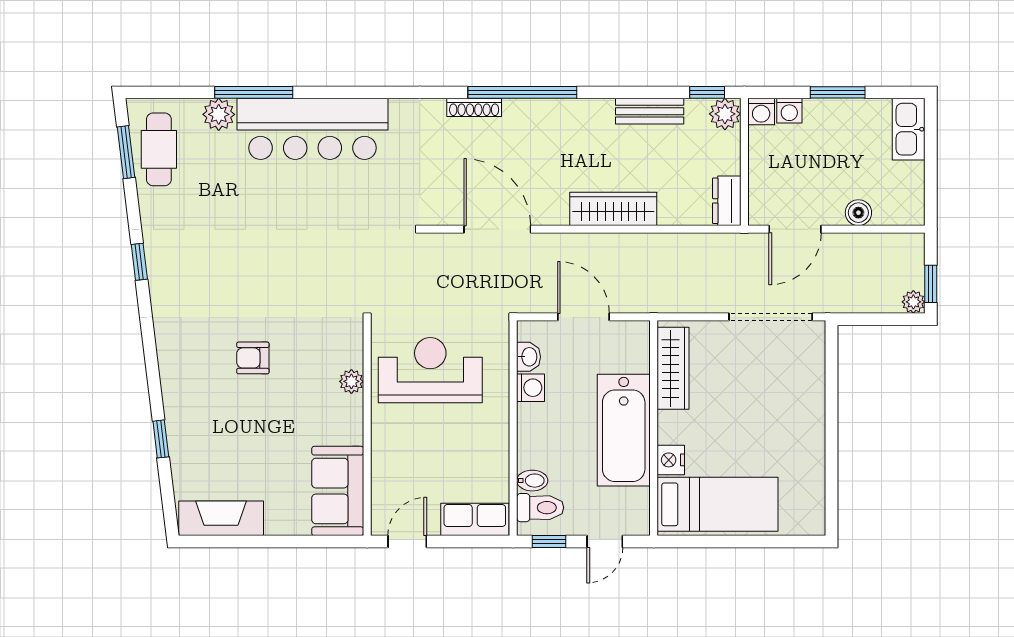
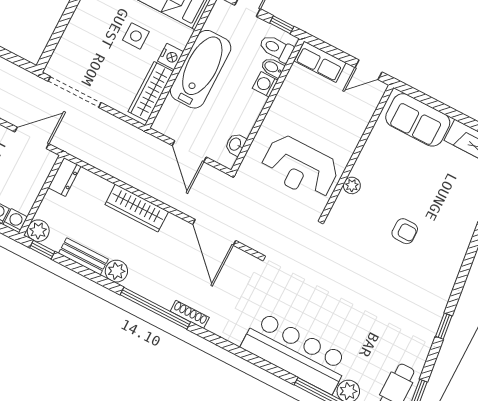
plant: (597, 114) -> (116, 271), added
washing machine: (531, 388) -> (265, 84), moved
side table: (729, 430) -> (136, 36), added
nightstand: (671, 460) -> (171, 56), moved
sofa: (338, 491) -> (418, 120), moved, turned 90

